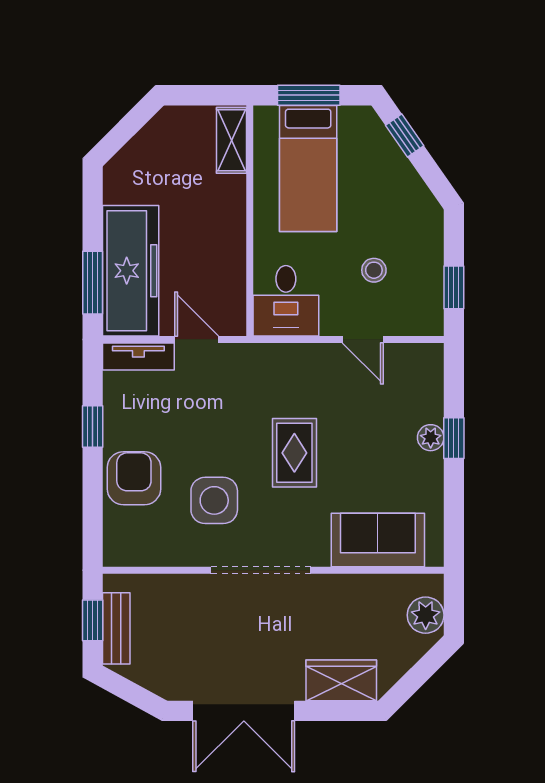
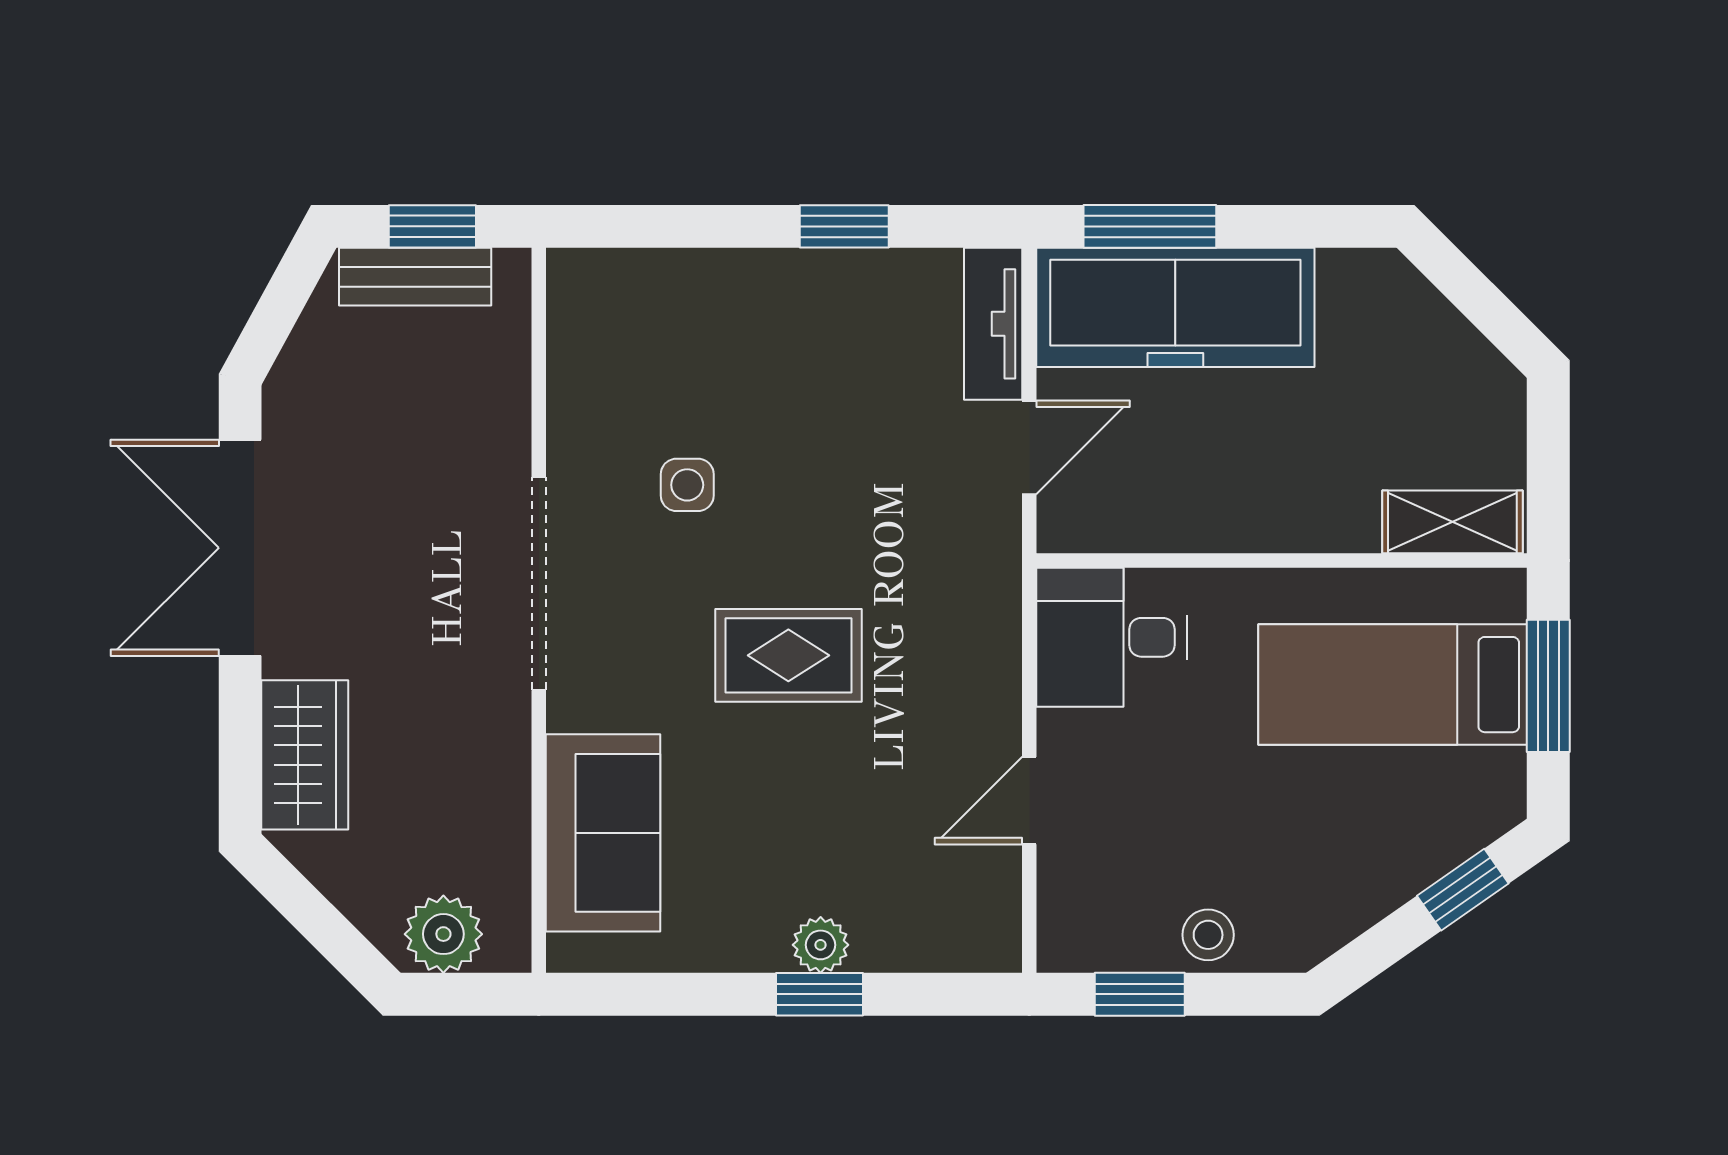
stool: (374, 270) -> (1208, 935), moved
armchair: (134, 478) -> (734, 314), removed
side table: (214, 500) -> (687, 485), width x0.54, depth x0.54

